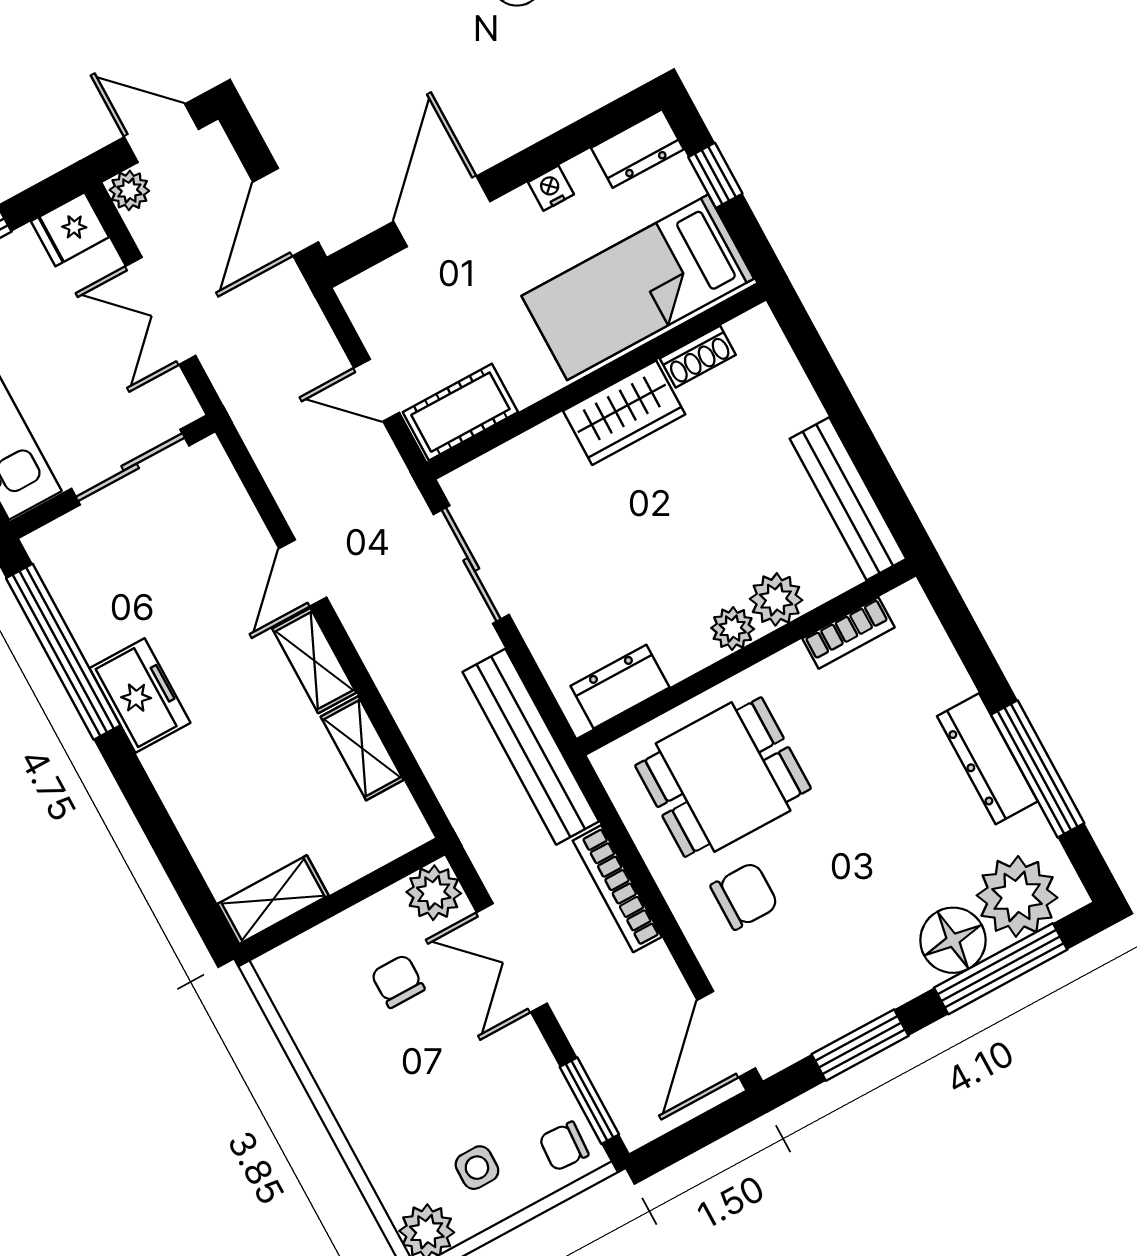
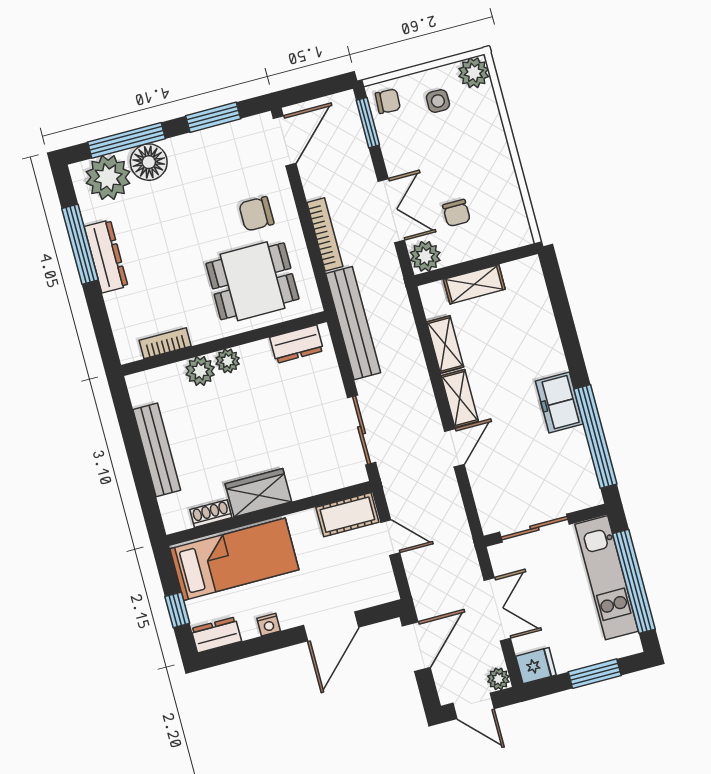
bench: (848, 499) -> (157, 450), moved
shelving: (273, 900) -> (474, 284), moved

